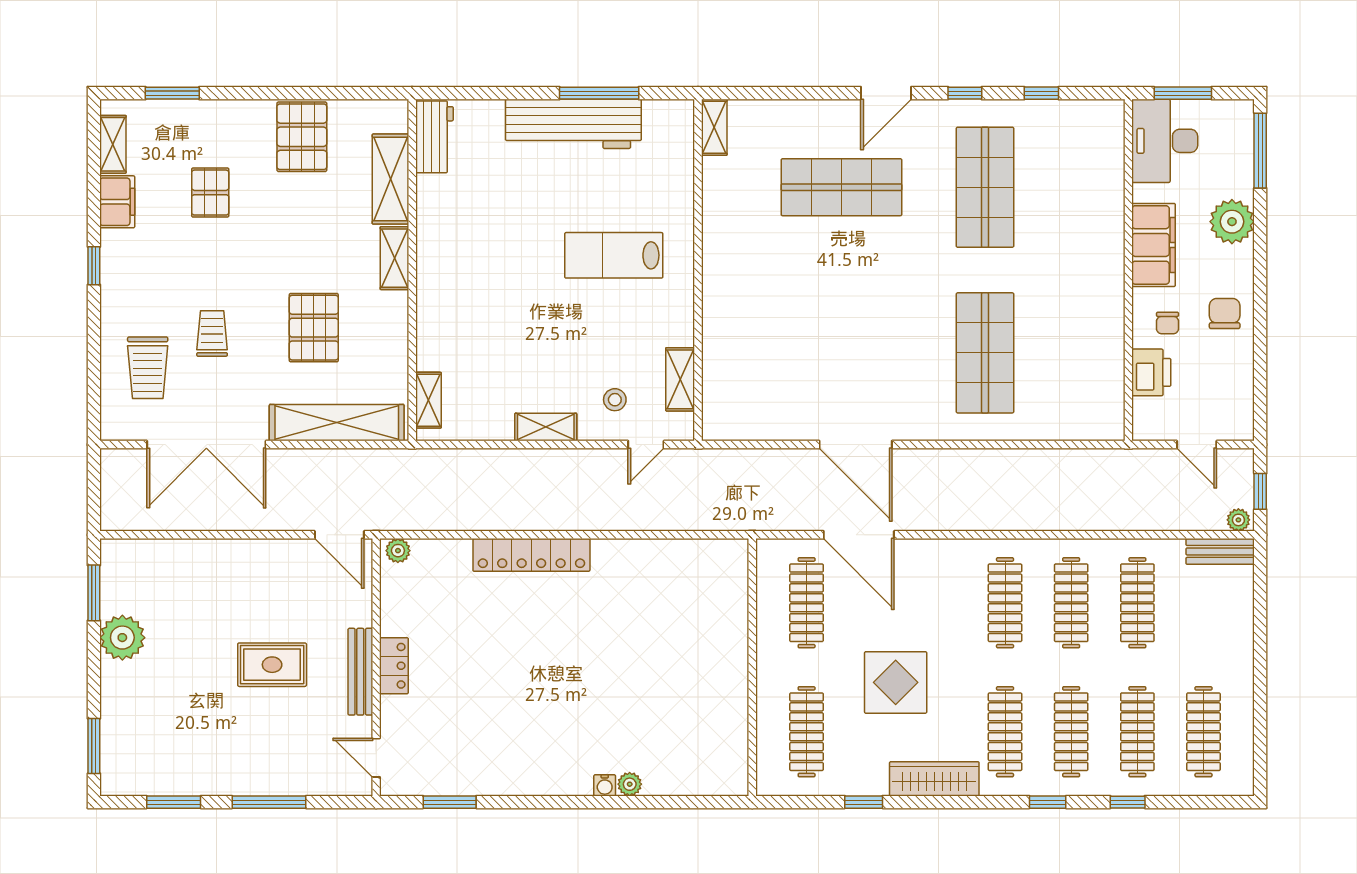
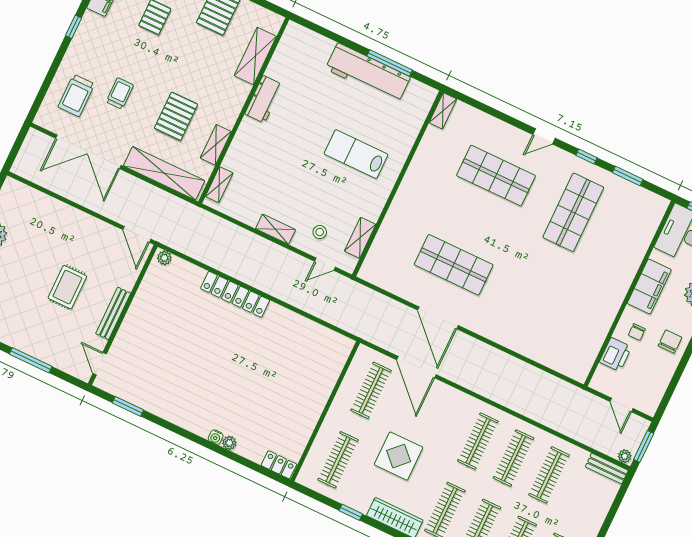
door: (886, 93) -> (544, 136), width x0.73
window: (1041, 93) -> (628, 176), width x1.50
workbench: (434, 137) -> (264, 99), moved
shelving: (394, 258) -> (216, 145), moved
shop shelf: (985, 353) -> (454, 265), moved, turned 90
window: (1260, 491) -> (644, 446), width x1.50
rug: (272, 665) -> (67, 287), turned 90
locker: (394, 666) -> (279, 465), moved, turned -90

